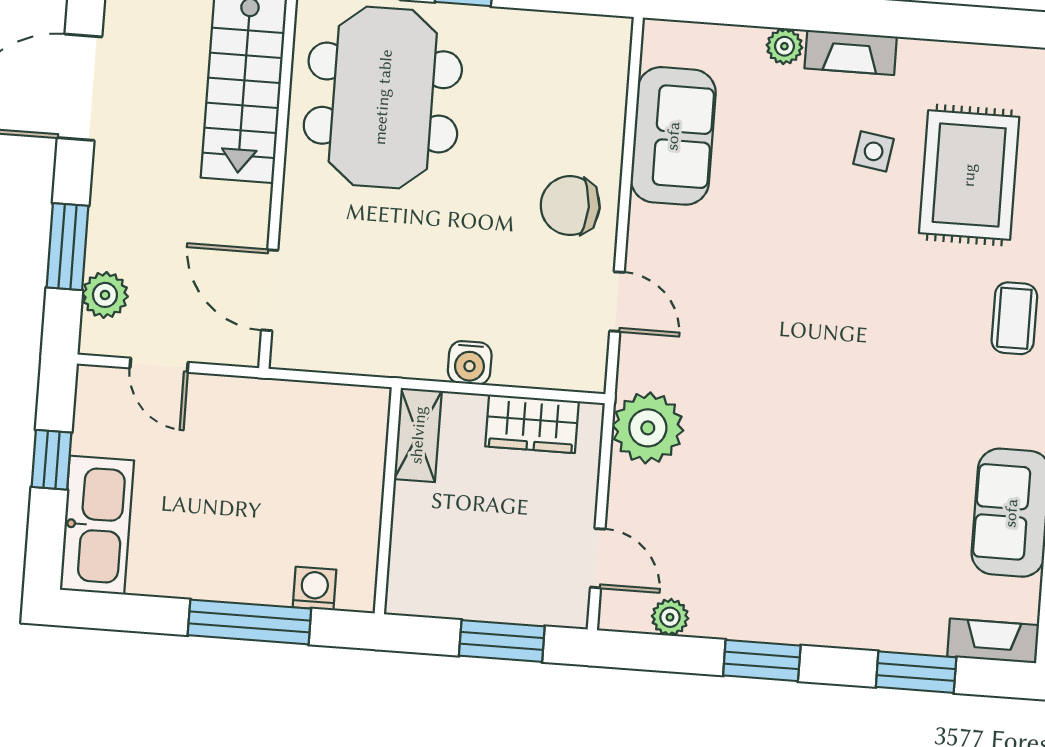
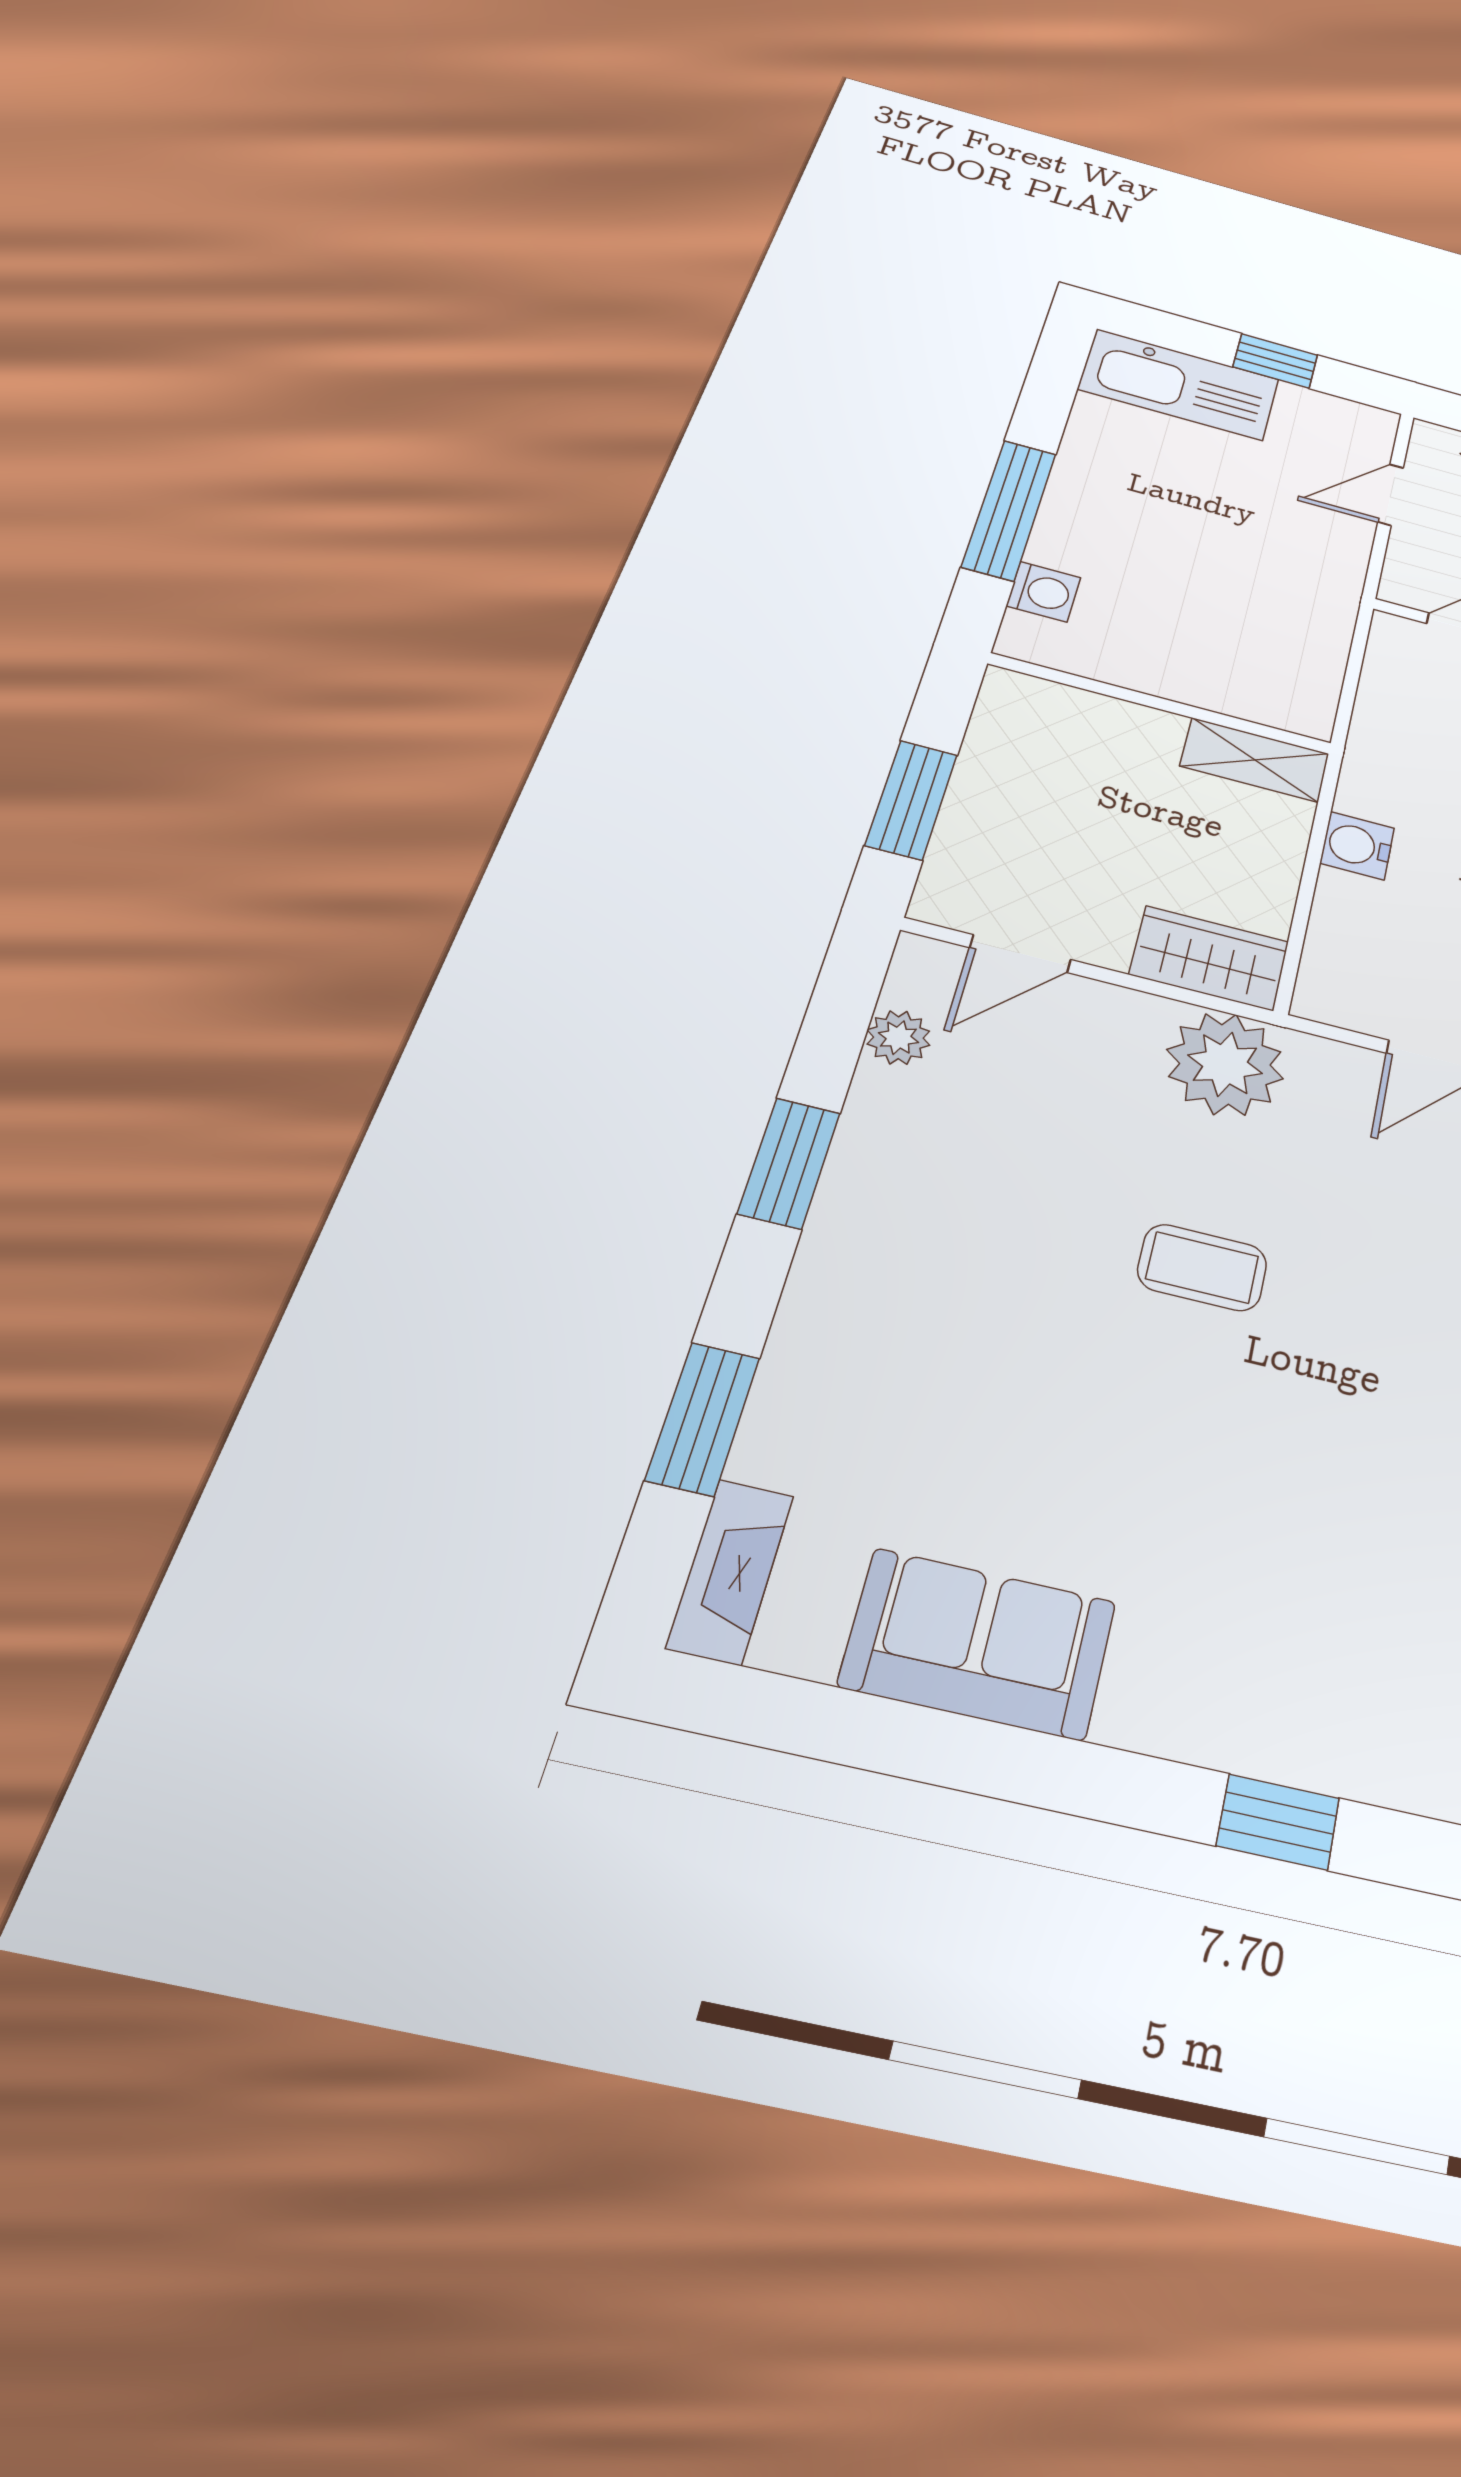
coffee table: (1014, 318) -> (1202, 1267), moved
wardrobe: (532, 424) -> (1209, 958), moved, turned 90

